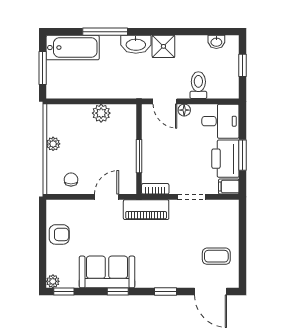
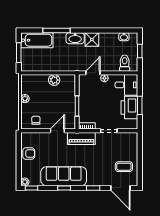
toilet: (198, 85) -> (125, 63), moved
door: (165, 101) -> (93, 73), swing flipped
filing cabinet: (229, 187) -> (131, 124), removed
sofa: (107, 272) -> (64, 176), width x1.36

